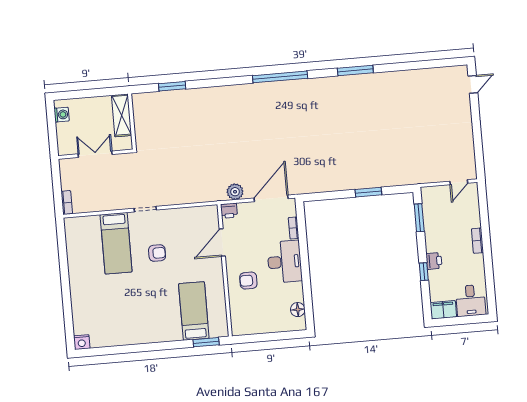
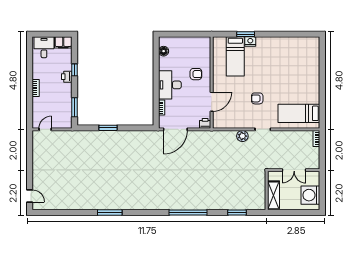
window: (280, 77) -> (188, 212), moved
door: (473, 84) -> (30, 196), swing flipped
washing machine: (62, 115) -> (310, 195), width x1.89, depth x1.89
plant: (235, 192) -> (242, 136), moved
bed: (116, 243) -> (299, 113), moved, turned -90
nightstand: (82, 342) -> (250, 41), moved
window: (206, 342) -> (246, 34), moved

